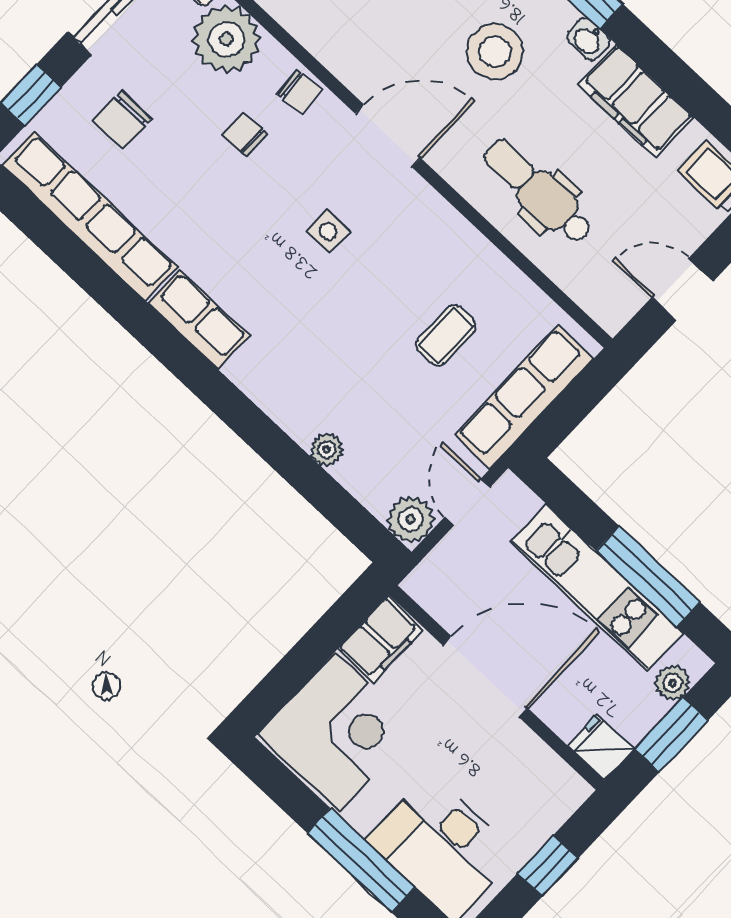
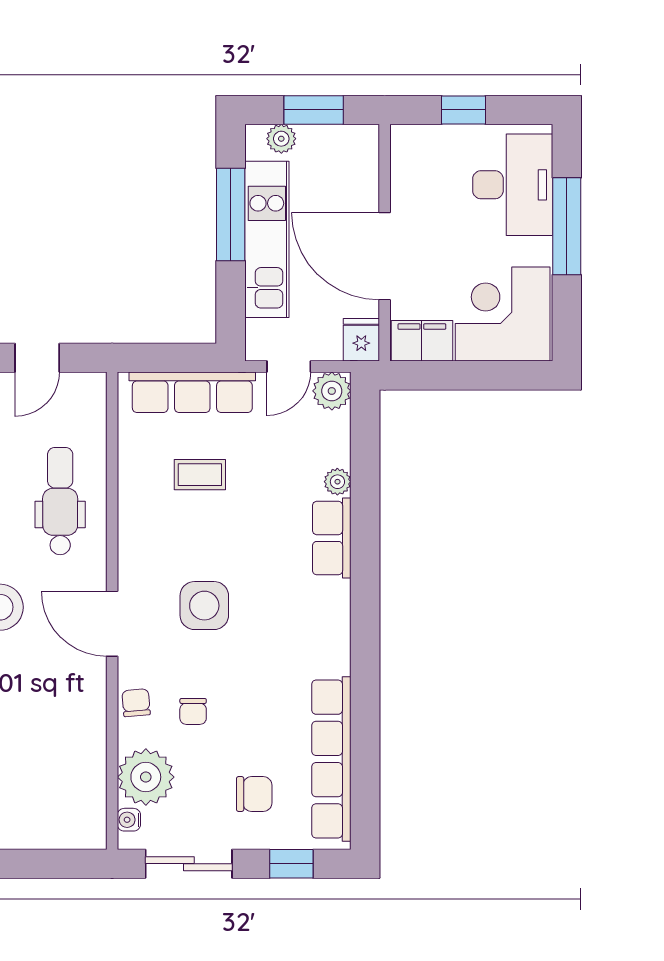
dental chair: (538, 192) -> (60, 501), turned 180
side table: (328, 231) -> (204, 606), width x1.87, depth x1.87
door: (682, 289) -> (37, 358), hinge flipped
row of seats: (199, 320) -> (332, 538), moved
fridge: (601, 747) -> (361, 340), moved, turned 180

